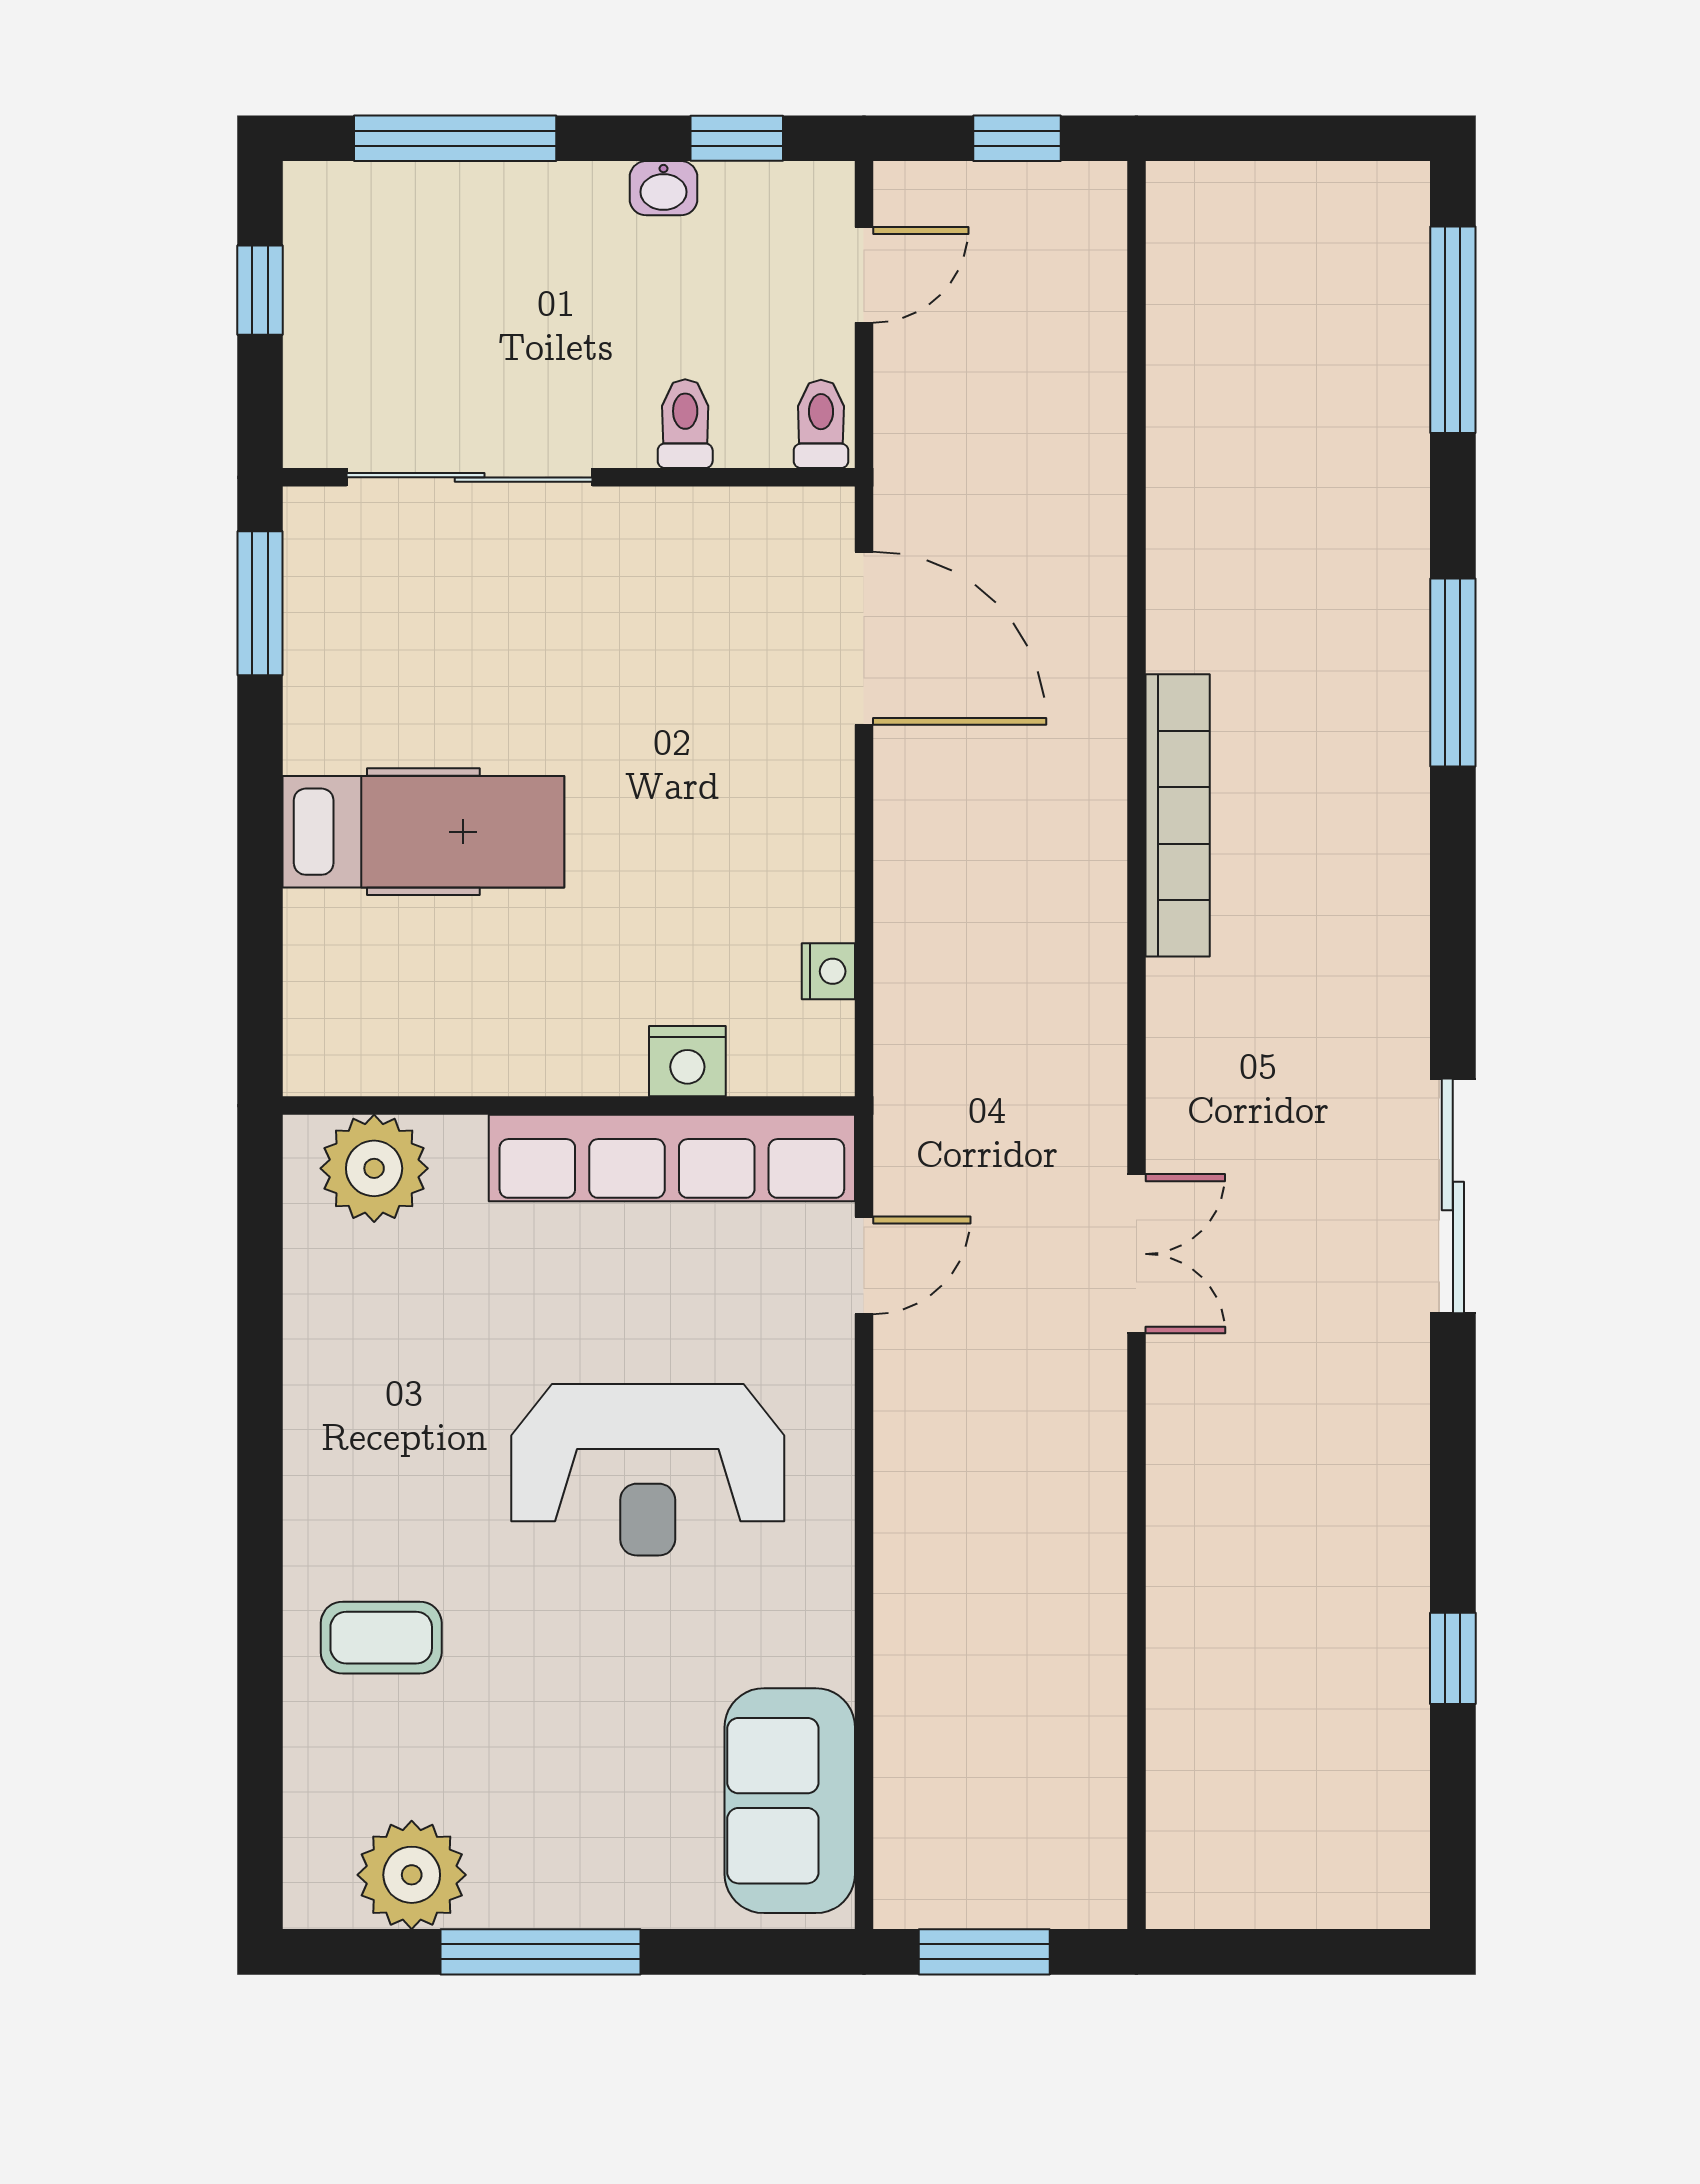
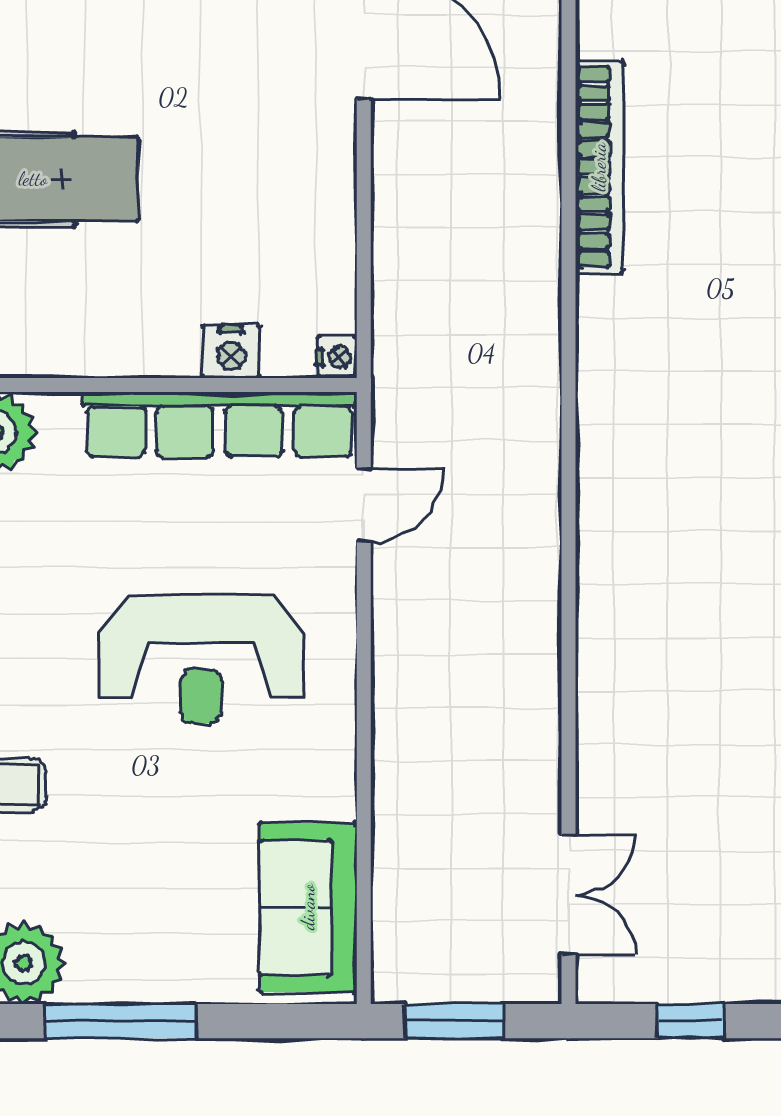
nightstand: (828, 971) -> (337, 357), moved
double door: (1136, 1254) -> (569, 895), moved
window: (1298, 1952) -> (690, 1021), added

